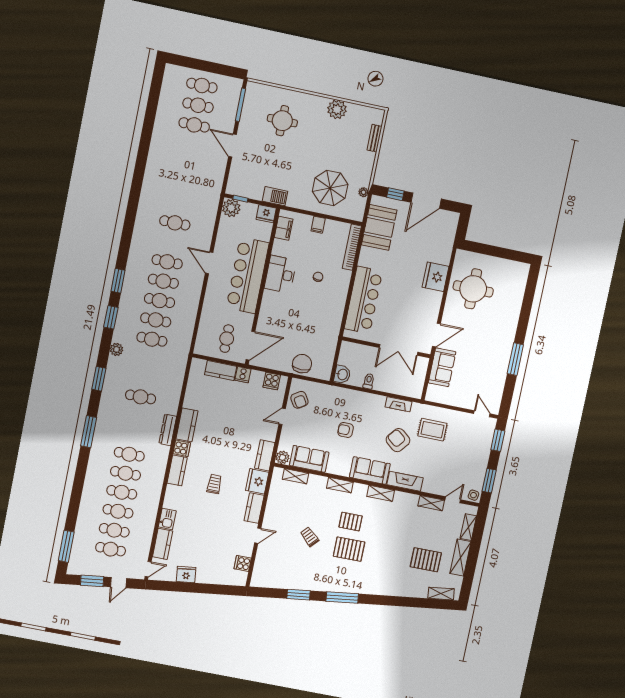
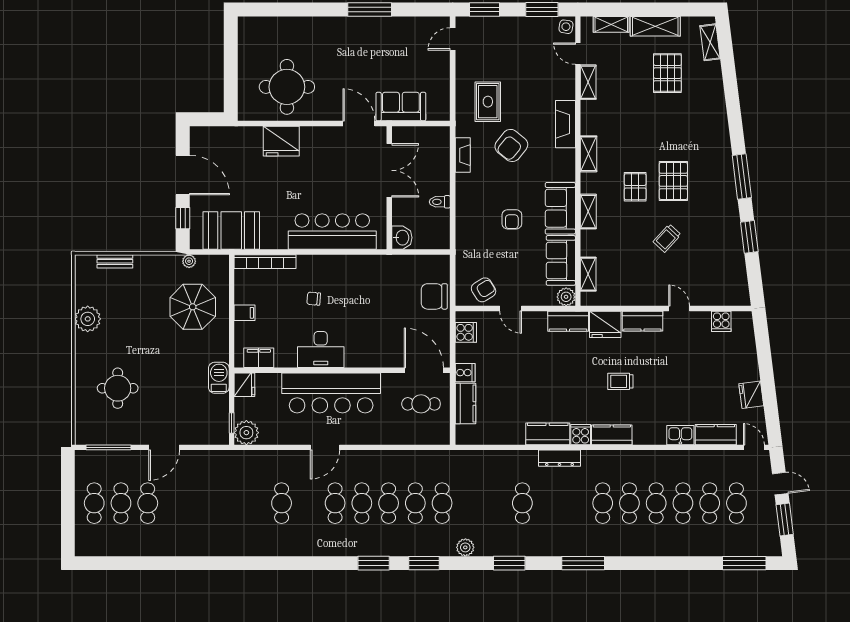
washbasin: (342, 374) -> (402, 238), moved, turned 90
sofa: (370, 471) -> (560, 208), moved

